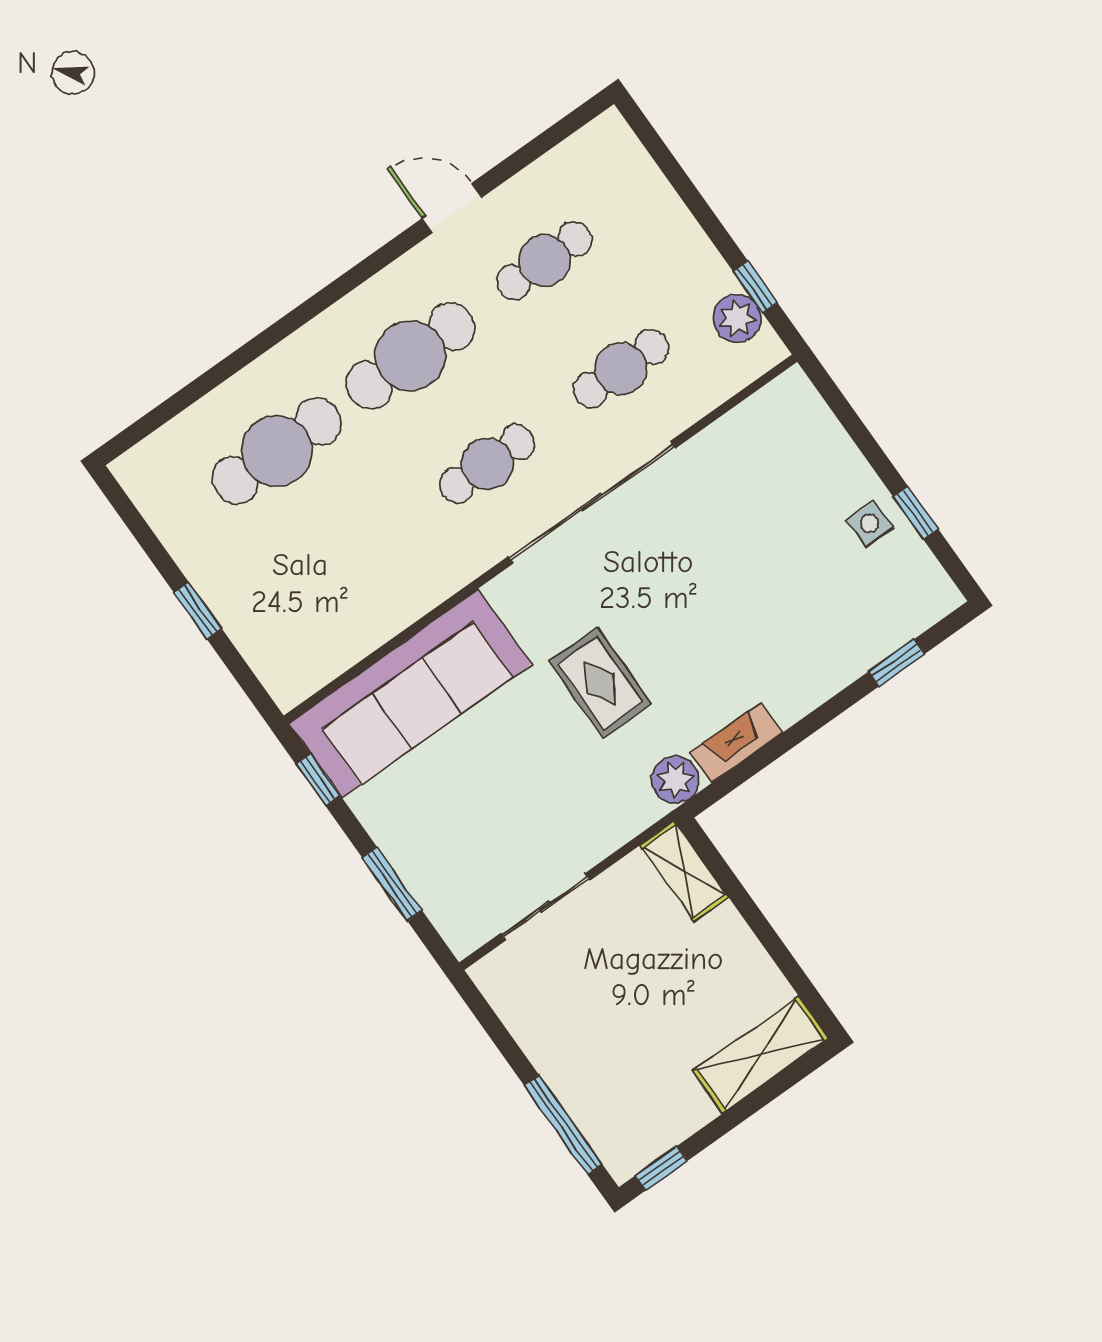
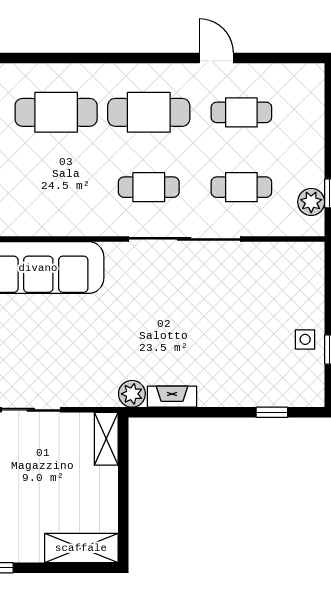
rug: (600, 683) -> (129, 325), removed

